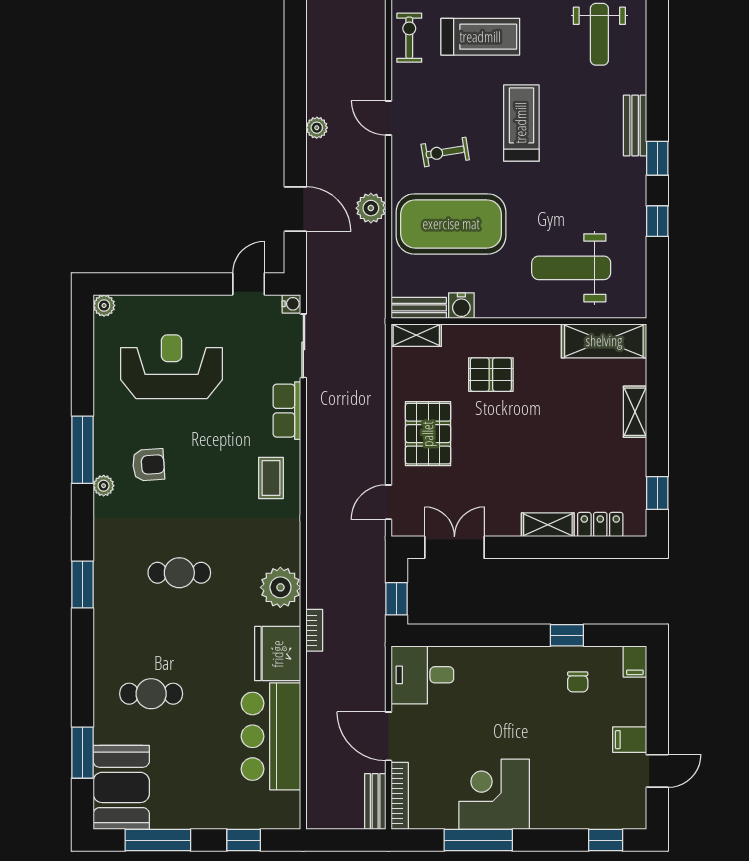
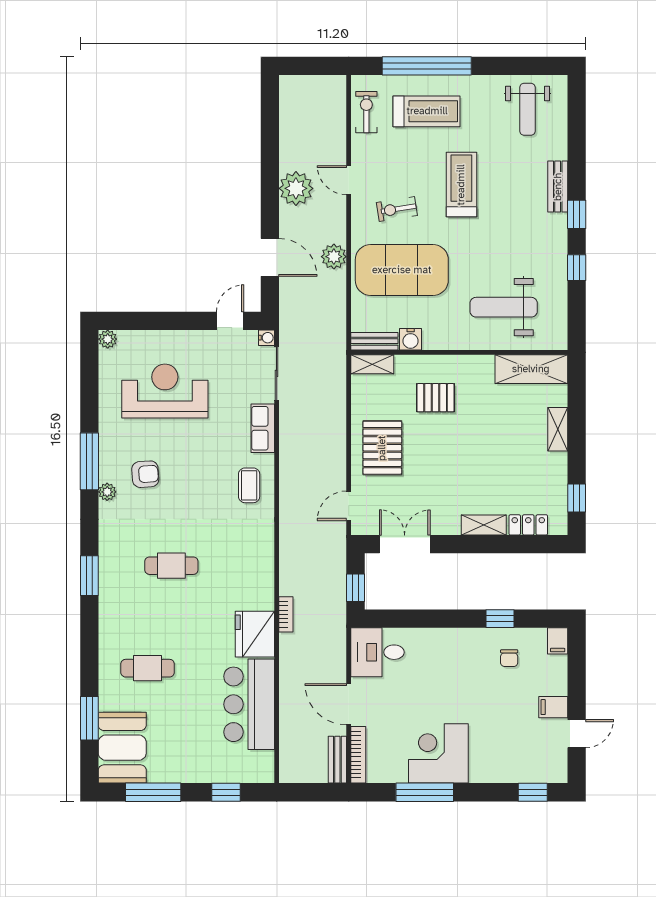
plant: (317, 128) -> (296, 188), width x1.87, depth x1.87
plant: (280, 587) -> (257, 578), removed

